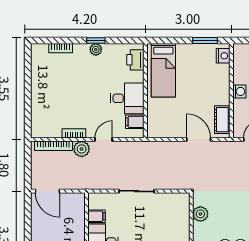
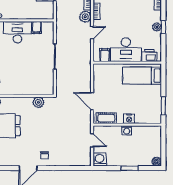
nightstand: (223, 56) -> (129, 119), moved
desk: (127, 98) -> (126, 50), width x1.37
door: (104, 139) -> (92, 33), hinge flipped
door: (199, 139) -> (92, 101), swing flipped

